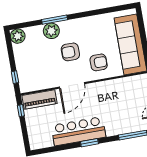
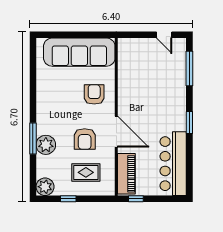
armchair: (70, 52) -> (85, 139), moved
rug: (35, 67) -> (86, 172), added
window: (15, 77) -> (68, 199), moved
bar counter: (79, 131) -> (173, 164), moved

